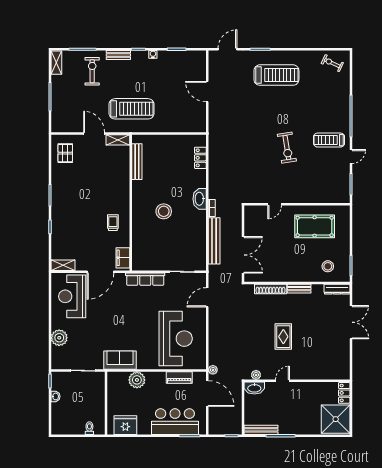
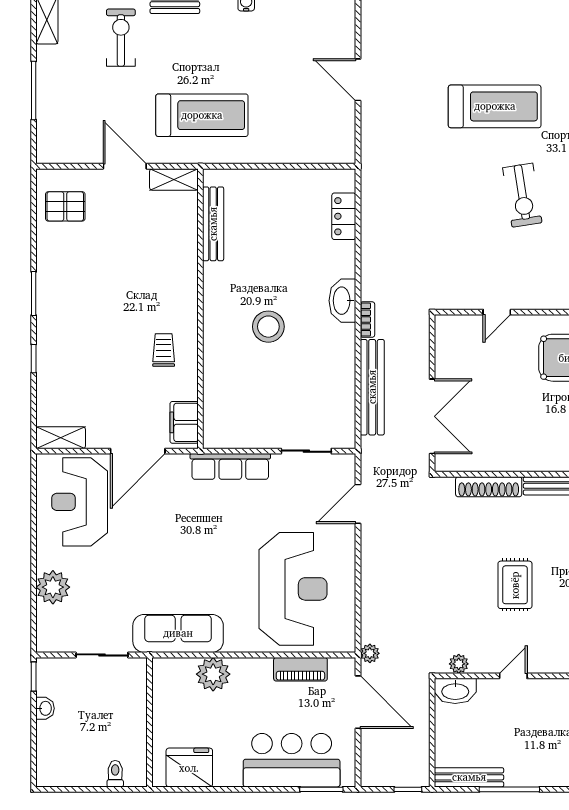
treadmill: (276, 75) -> (495, 106), moved
pallet: (65, 153) -> (65, 206), turned 90
sofa: (120, 360) -> (178, 633), width x1.36

